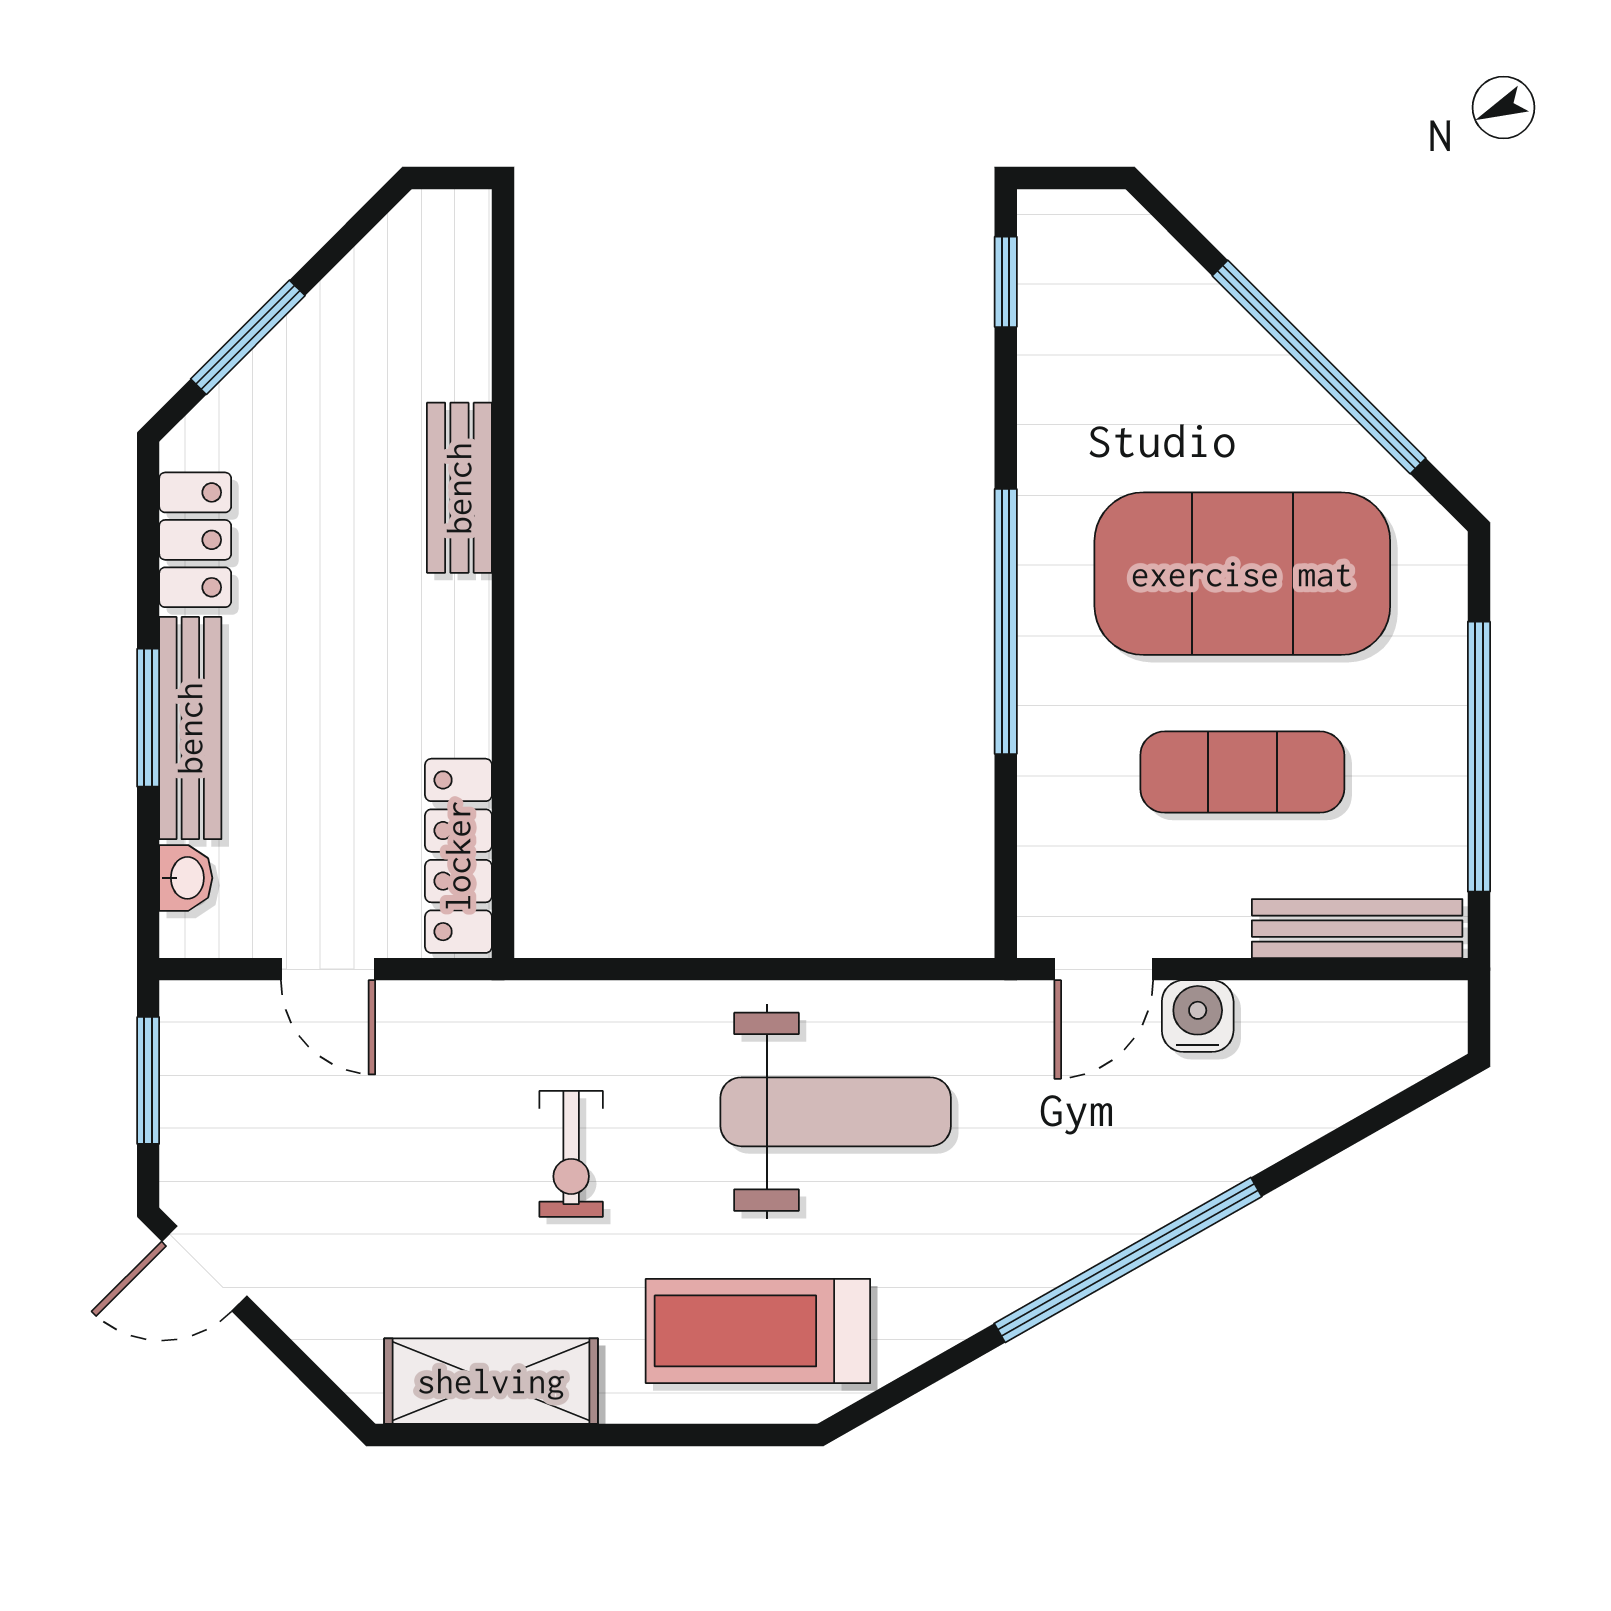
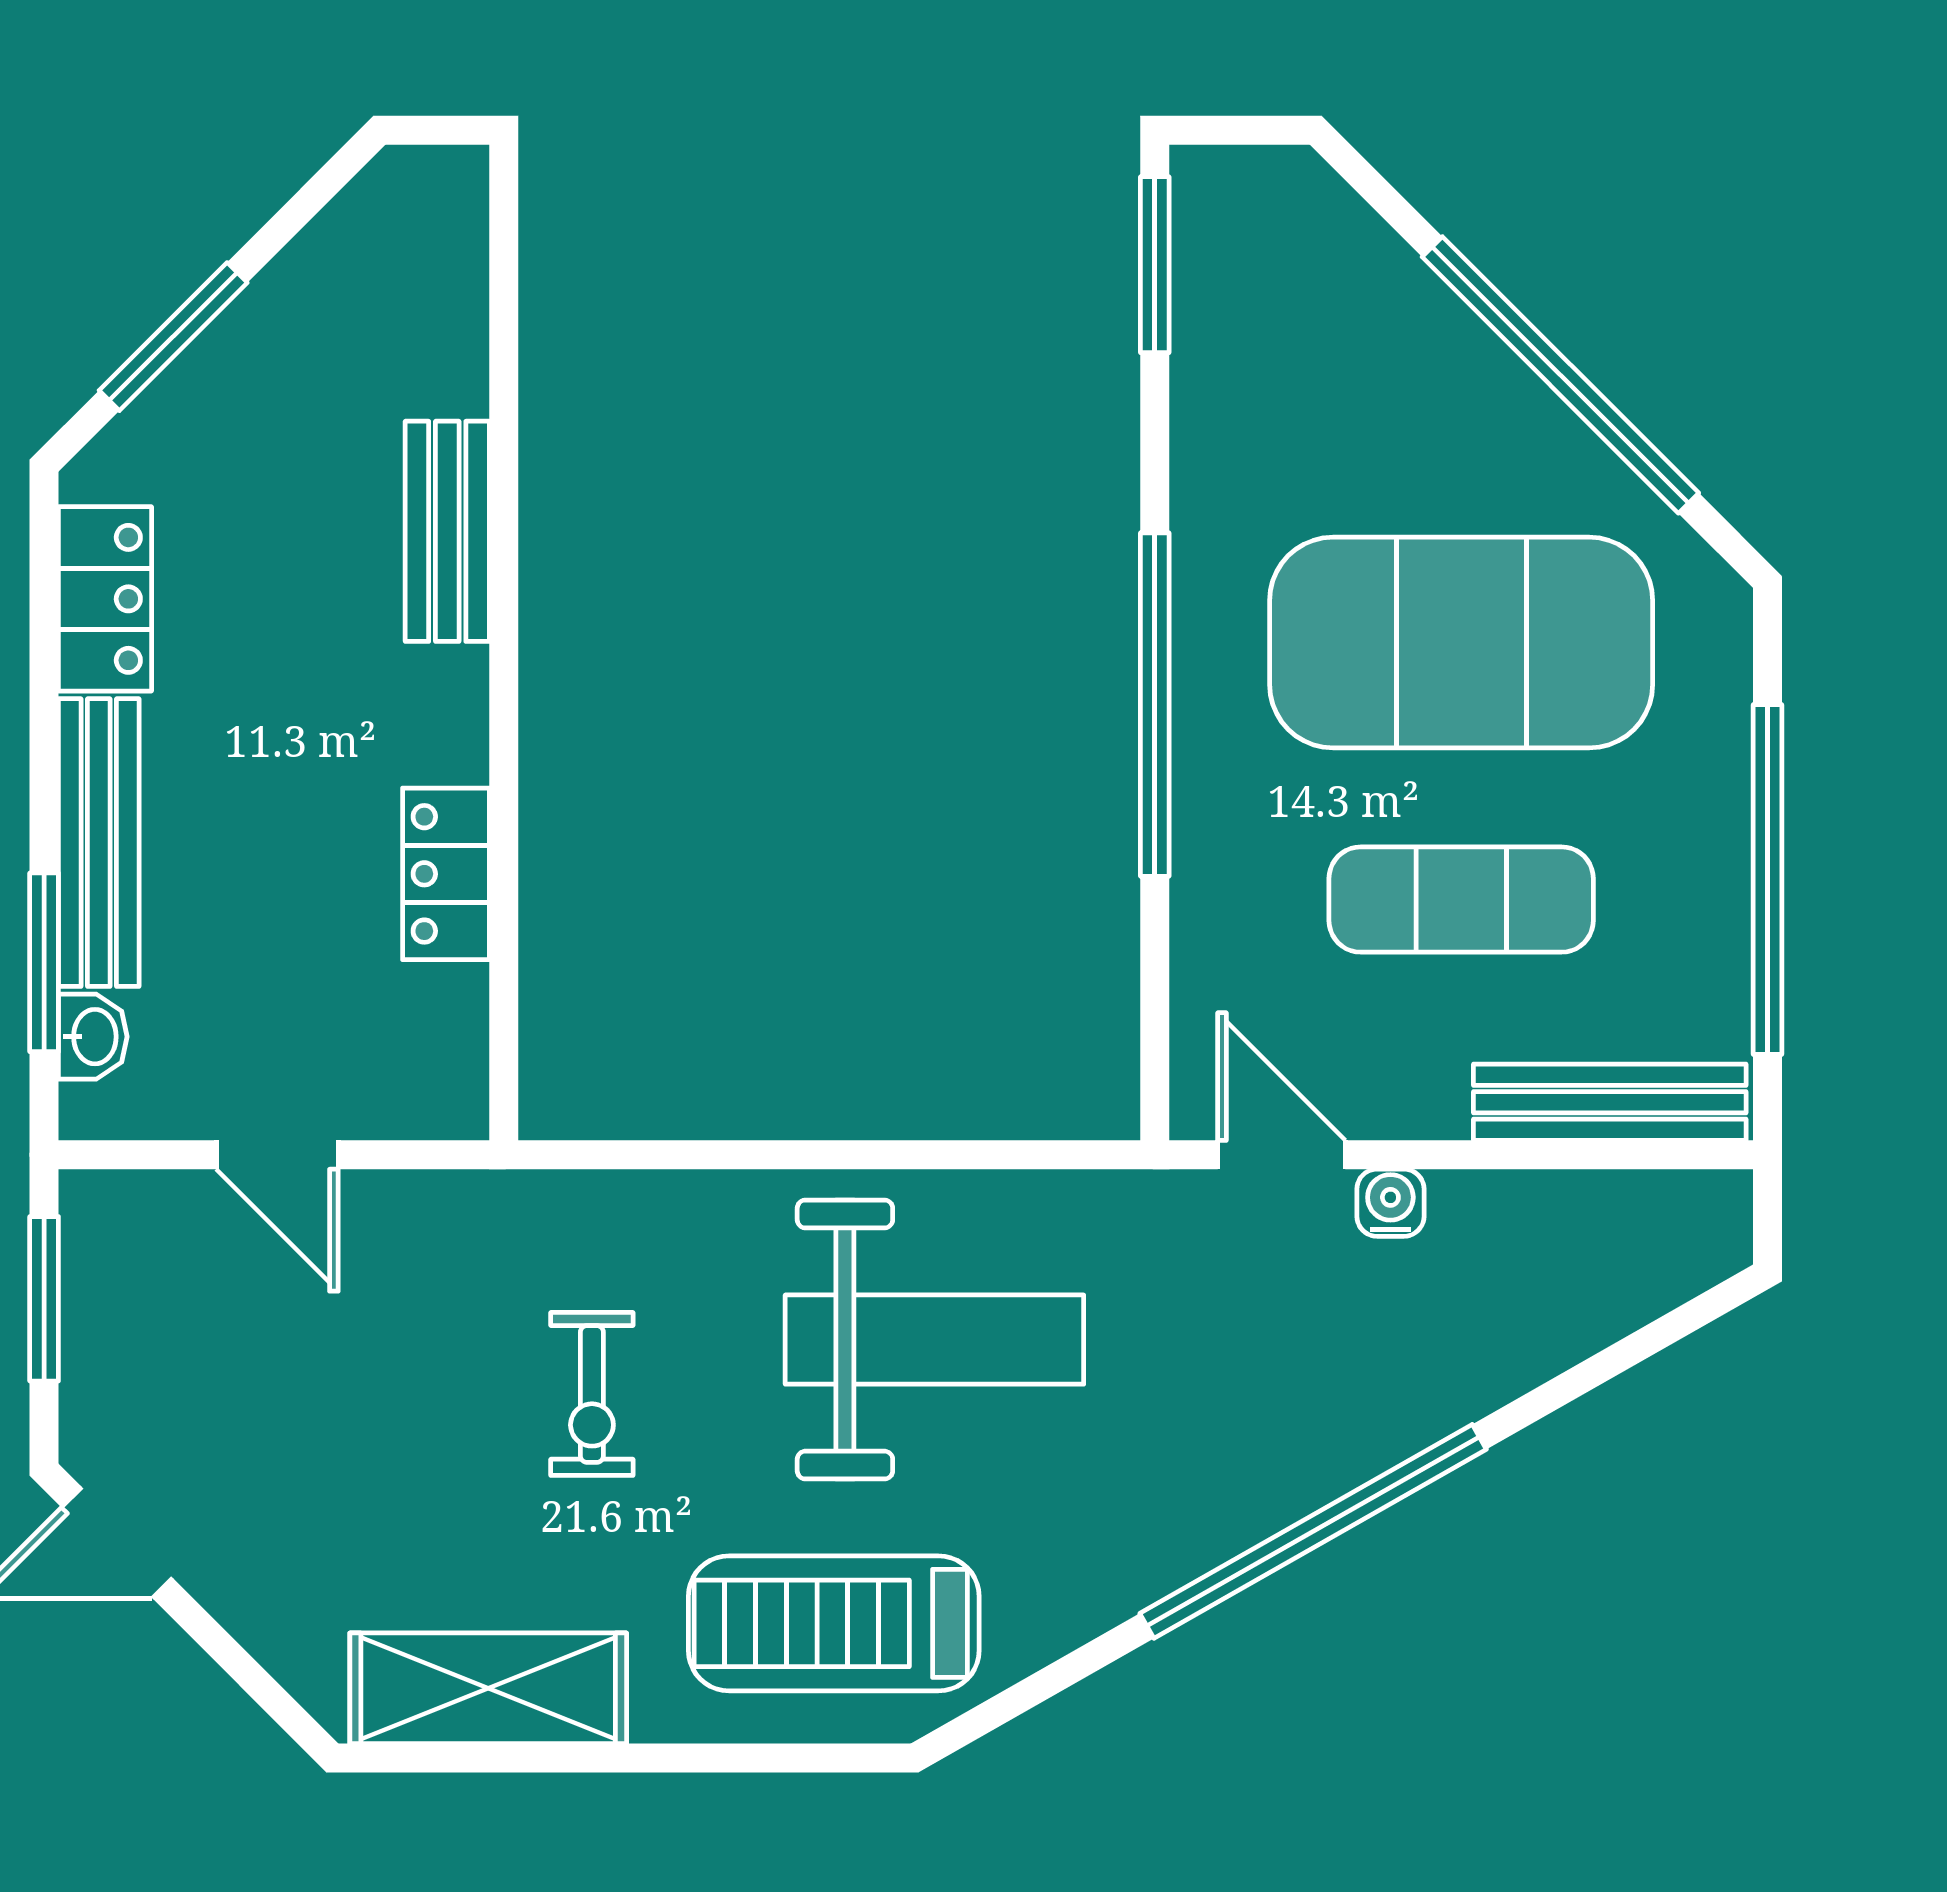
window: (1006, 282) -> (1155, 265), width x1.50
window: (148, 718) -> (44, 962), moved
locker: (458, 856) -> (446, 874), moved, width x0.66
door: (1104, 969) -> (1282, 1155), swing flipped
water cooler: (1198, 1016) -> (1390, 1203), width x0.72, depth x0.72

